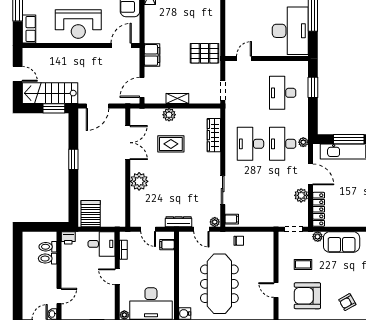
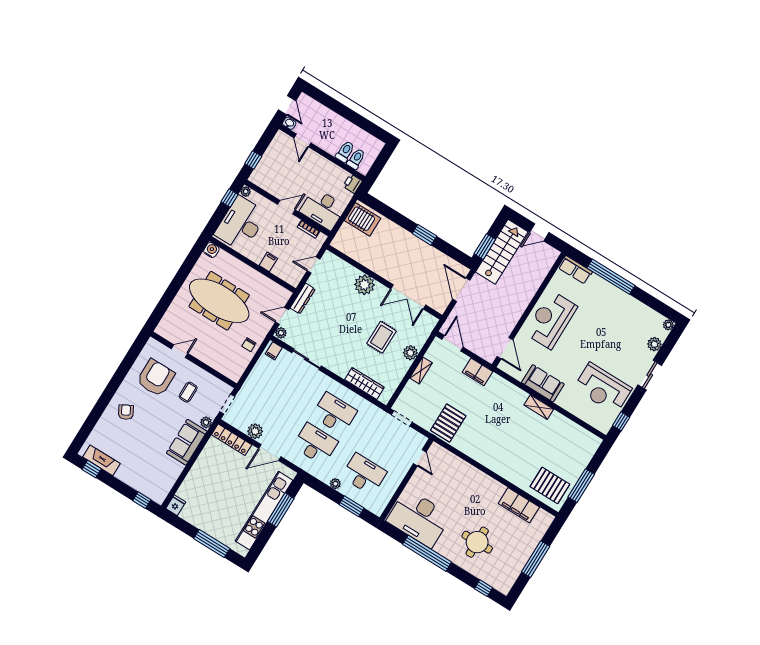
plant: (303, 142) -> (335, 484), moved
desk: (101, 244) -> (323, 209), width x1.37
filing cabinet: (167, 245) -> (268, 262), moved

